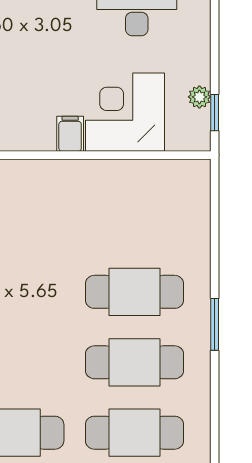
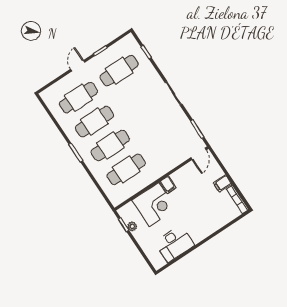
cafe table: (135, 221) -> (126, 169), added

